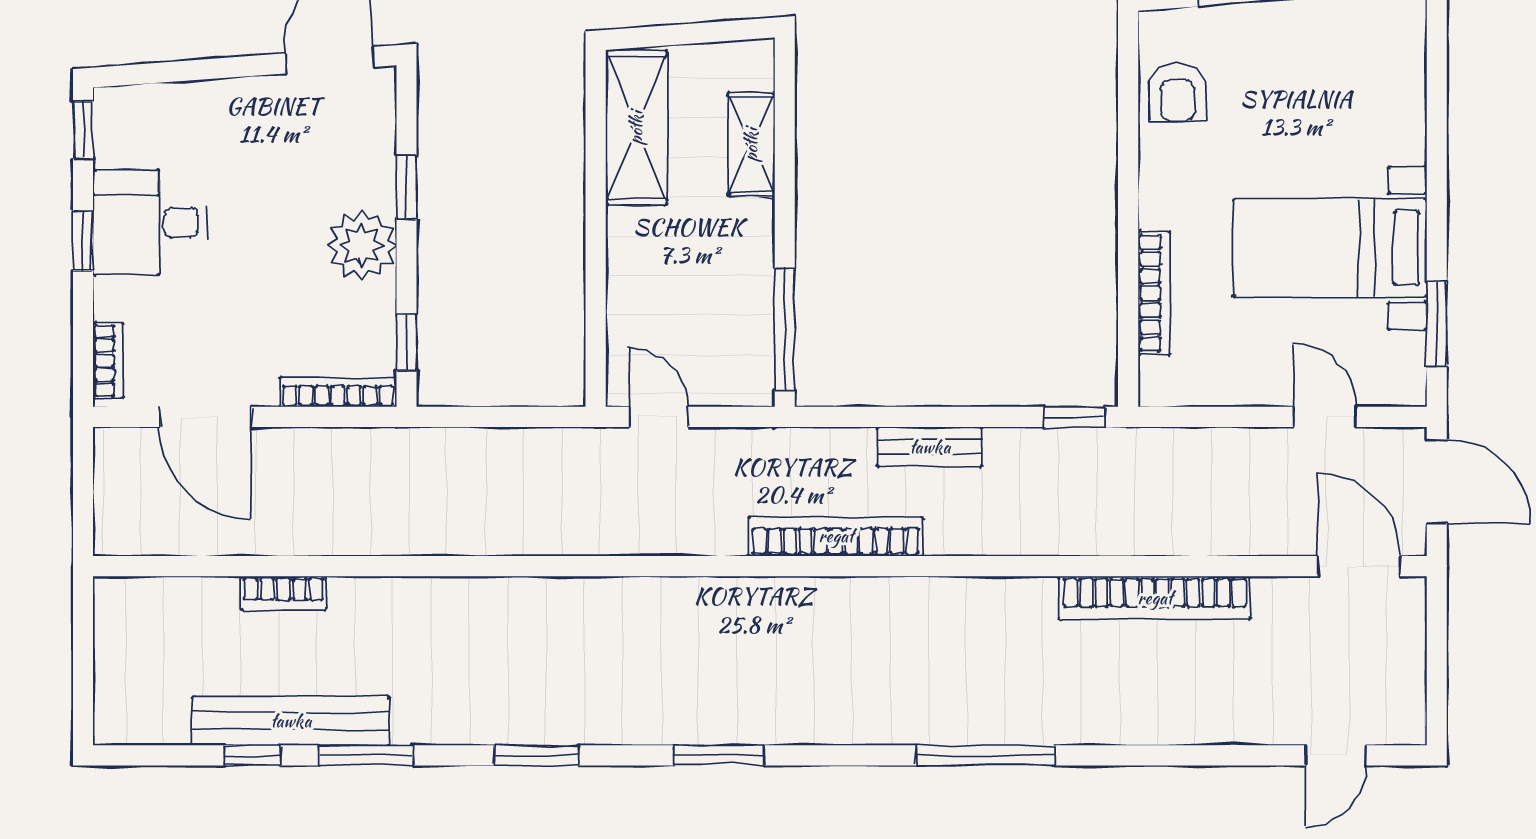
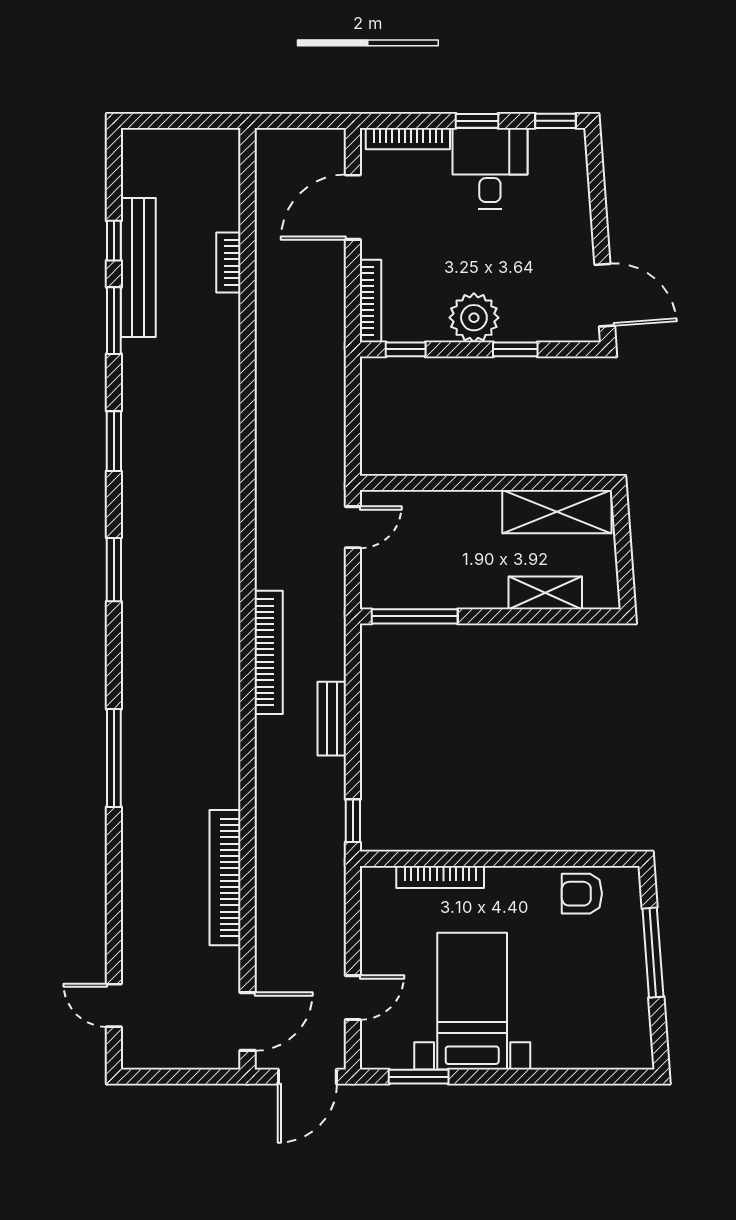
bookcase: (108, 360) -> (408, 139), width x1.56

